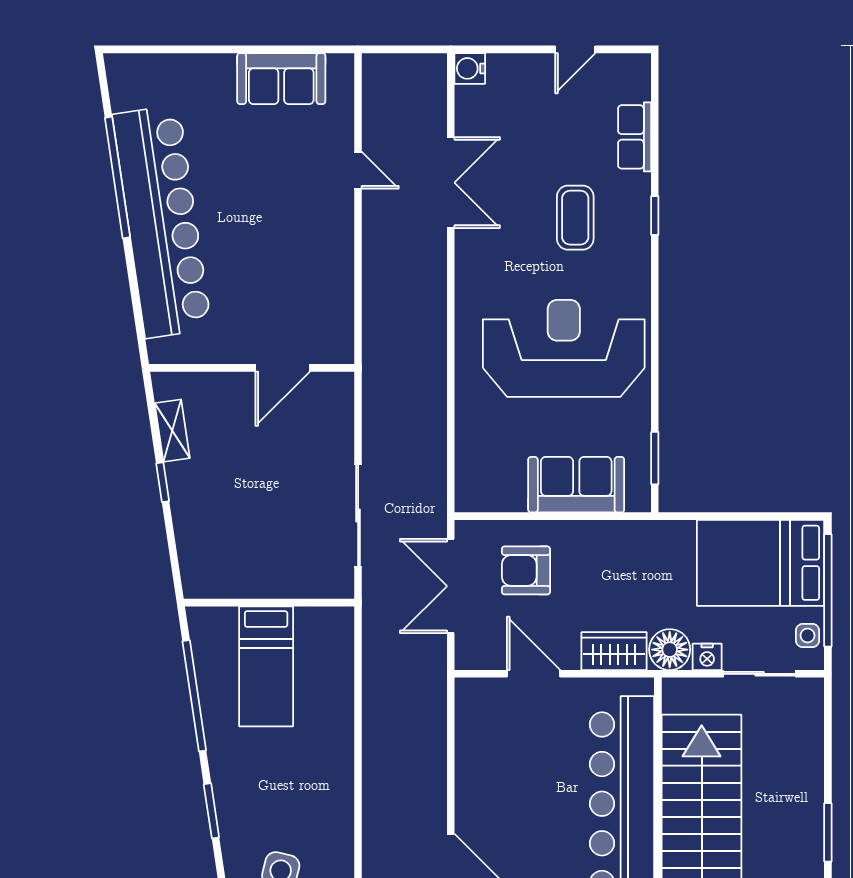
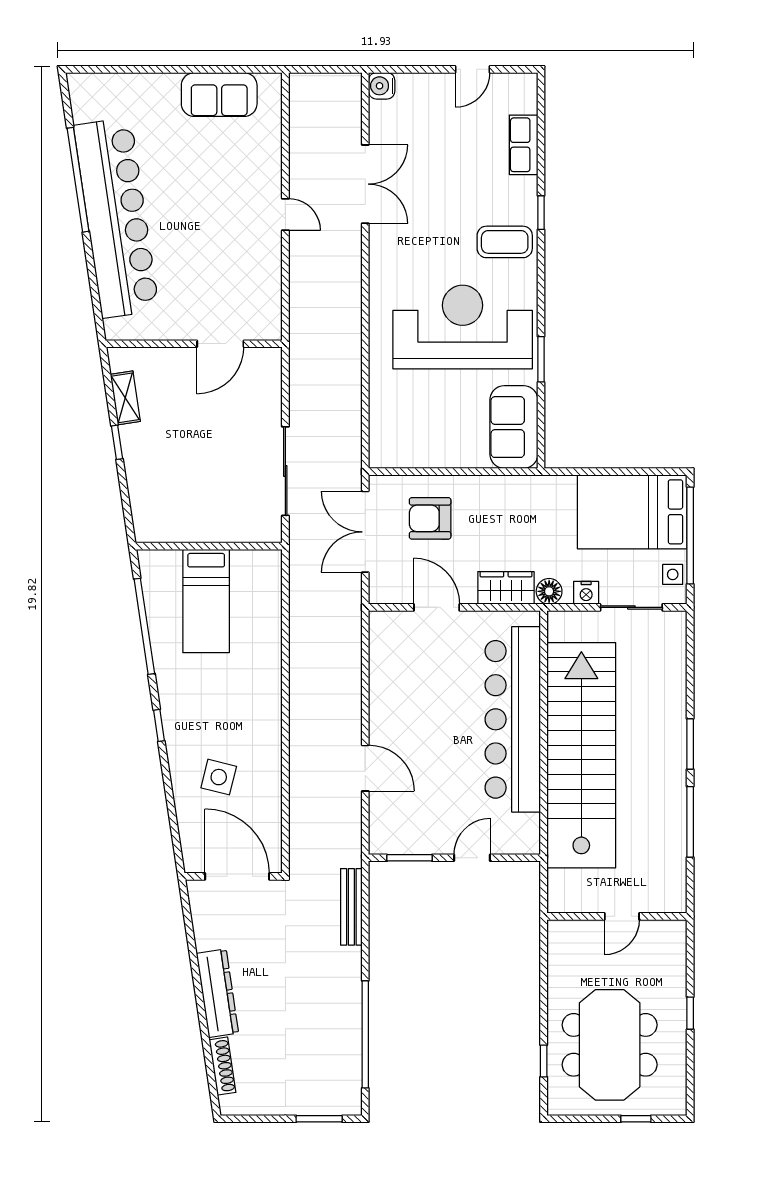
door: (358, 170) -> (285, 215), moved
coffee table: (575, 218) -> (505, 242), moved, turned 90
window: (655, 458) -> (541, 359), moved
sofa: (576, 485) -> (514, 427), moved, turned -90
floor lamp: (670, 650) -> (549, 591), width x0.73, depth x0.73
window: (211, 811) -> (159, 725), width x0.67

